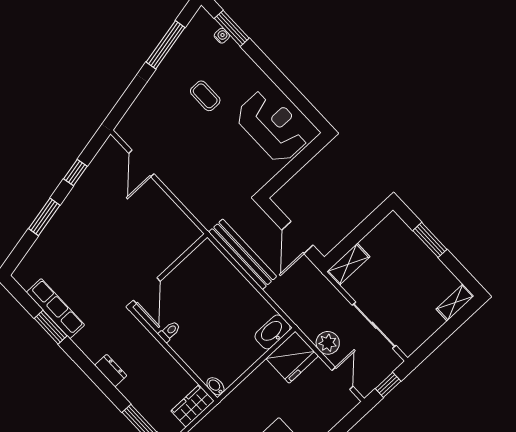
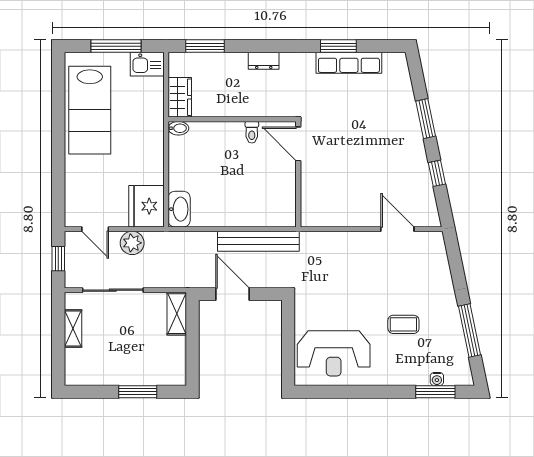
shelving: (455, 303) -> (73, 328), moved

